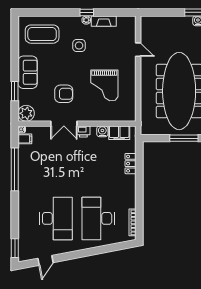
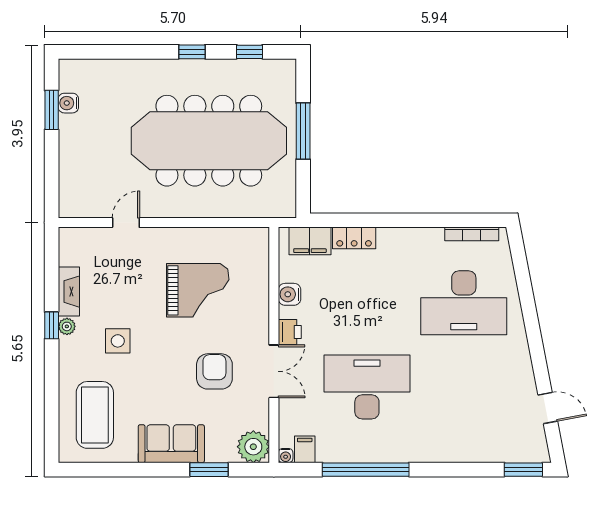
filing cabinet: (119, 133) -> (310, 241), moved, turned 90
desk: (56, 218) -> (367, 387), moved

